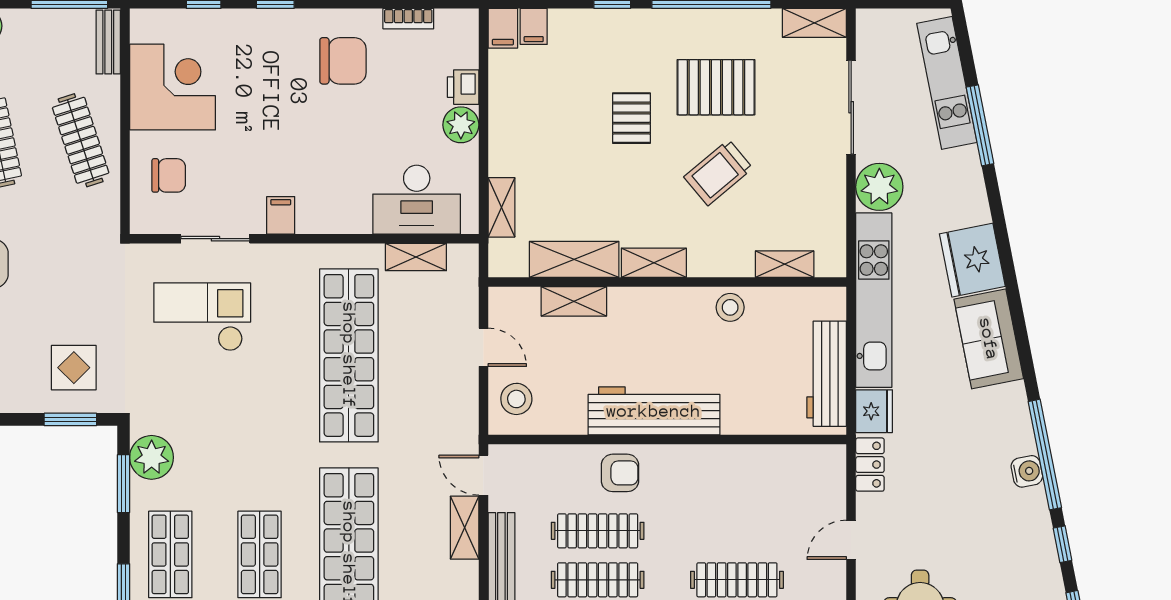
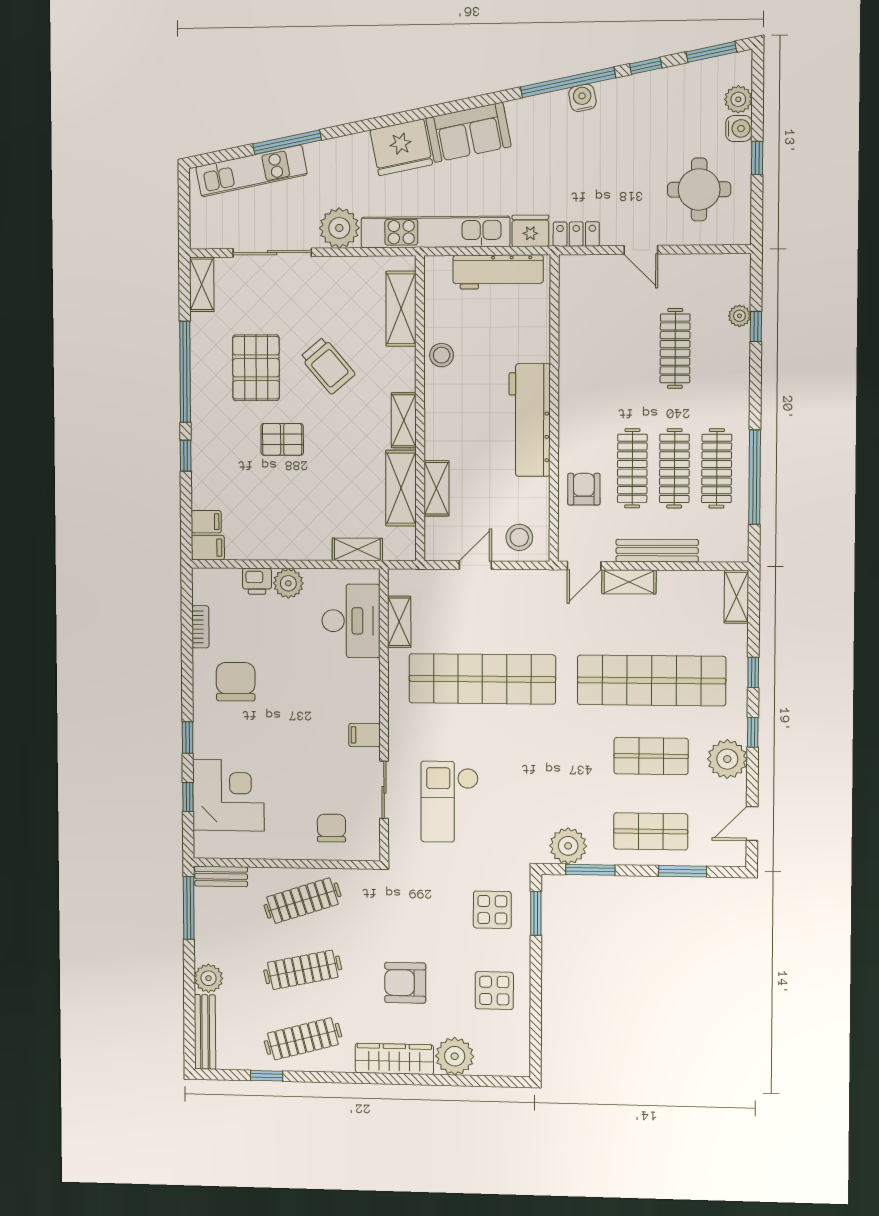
corner desk: (173, 87) -> (228, 795), moved, turned 90
shelving: (785, 264) -> (401, 309), width x1.50, depth x1.33
armchair: (620, 473) -> (584, 489), moved

